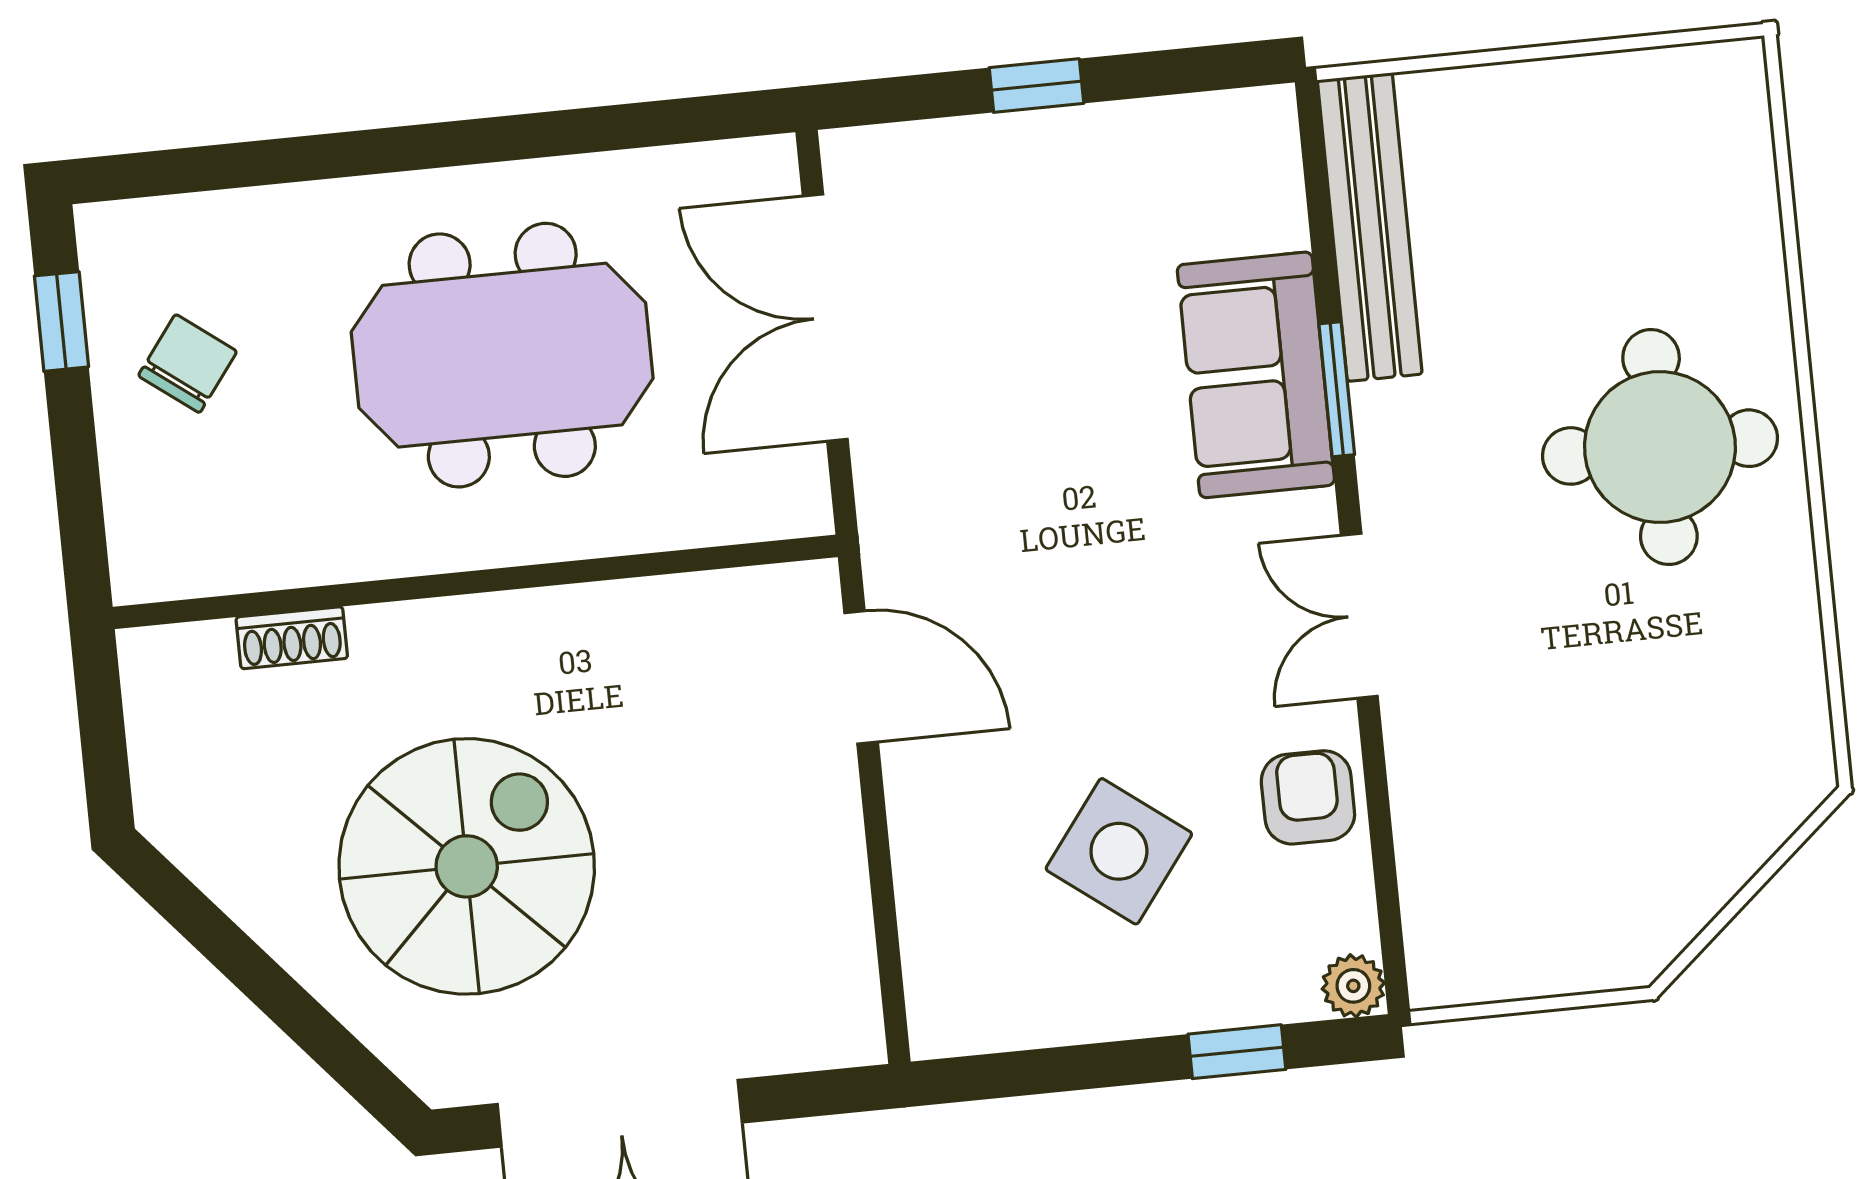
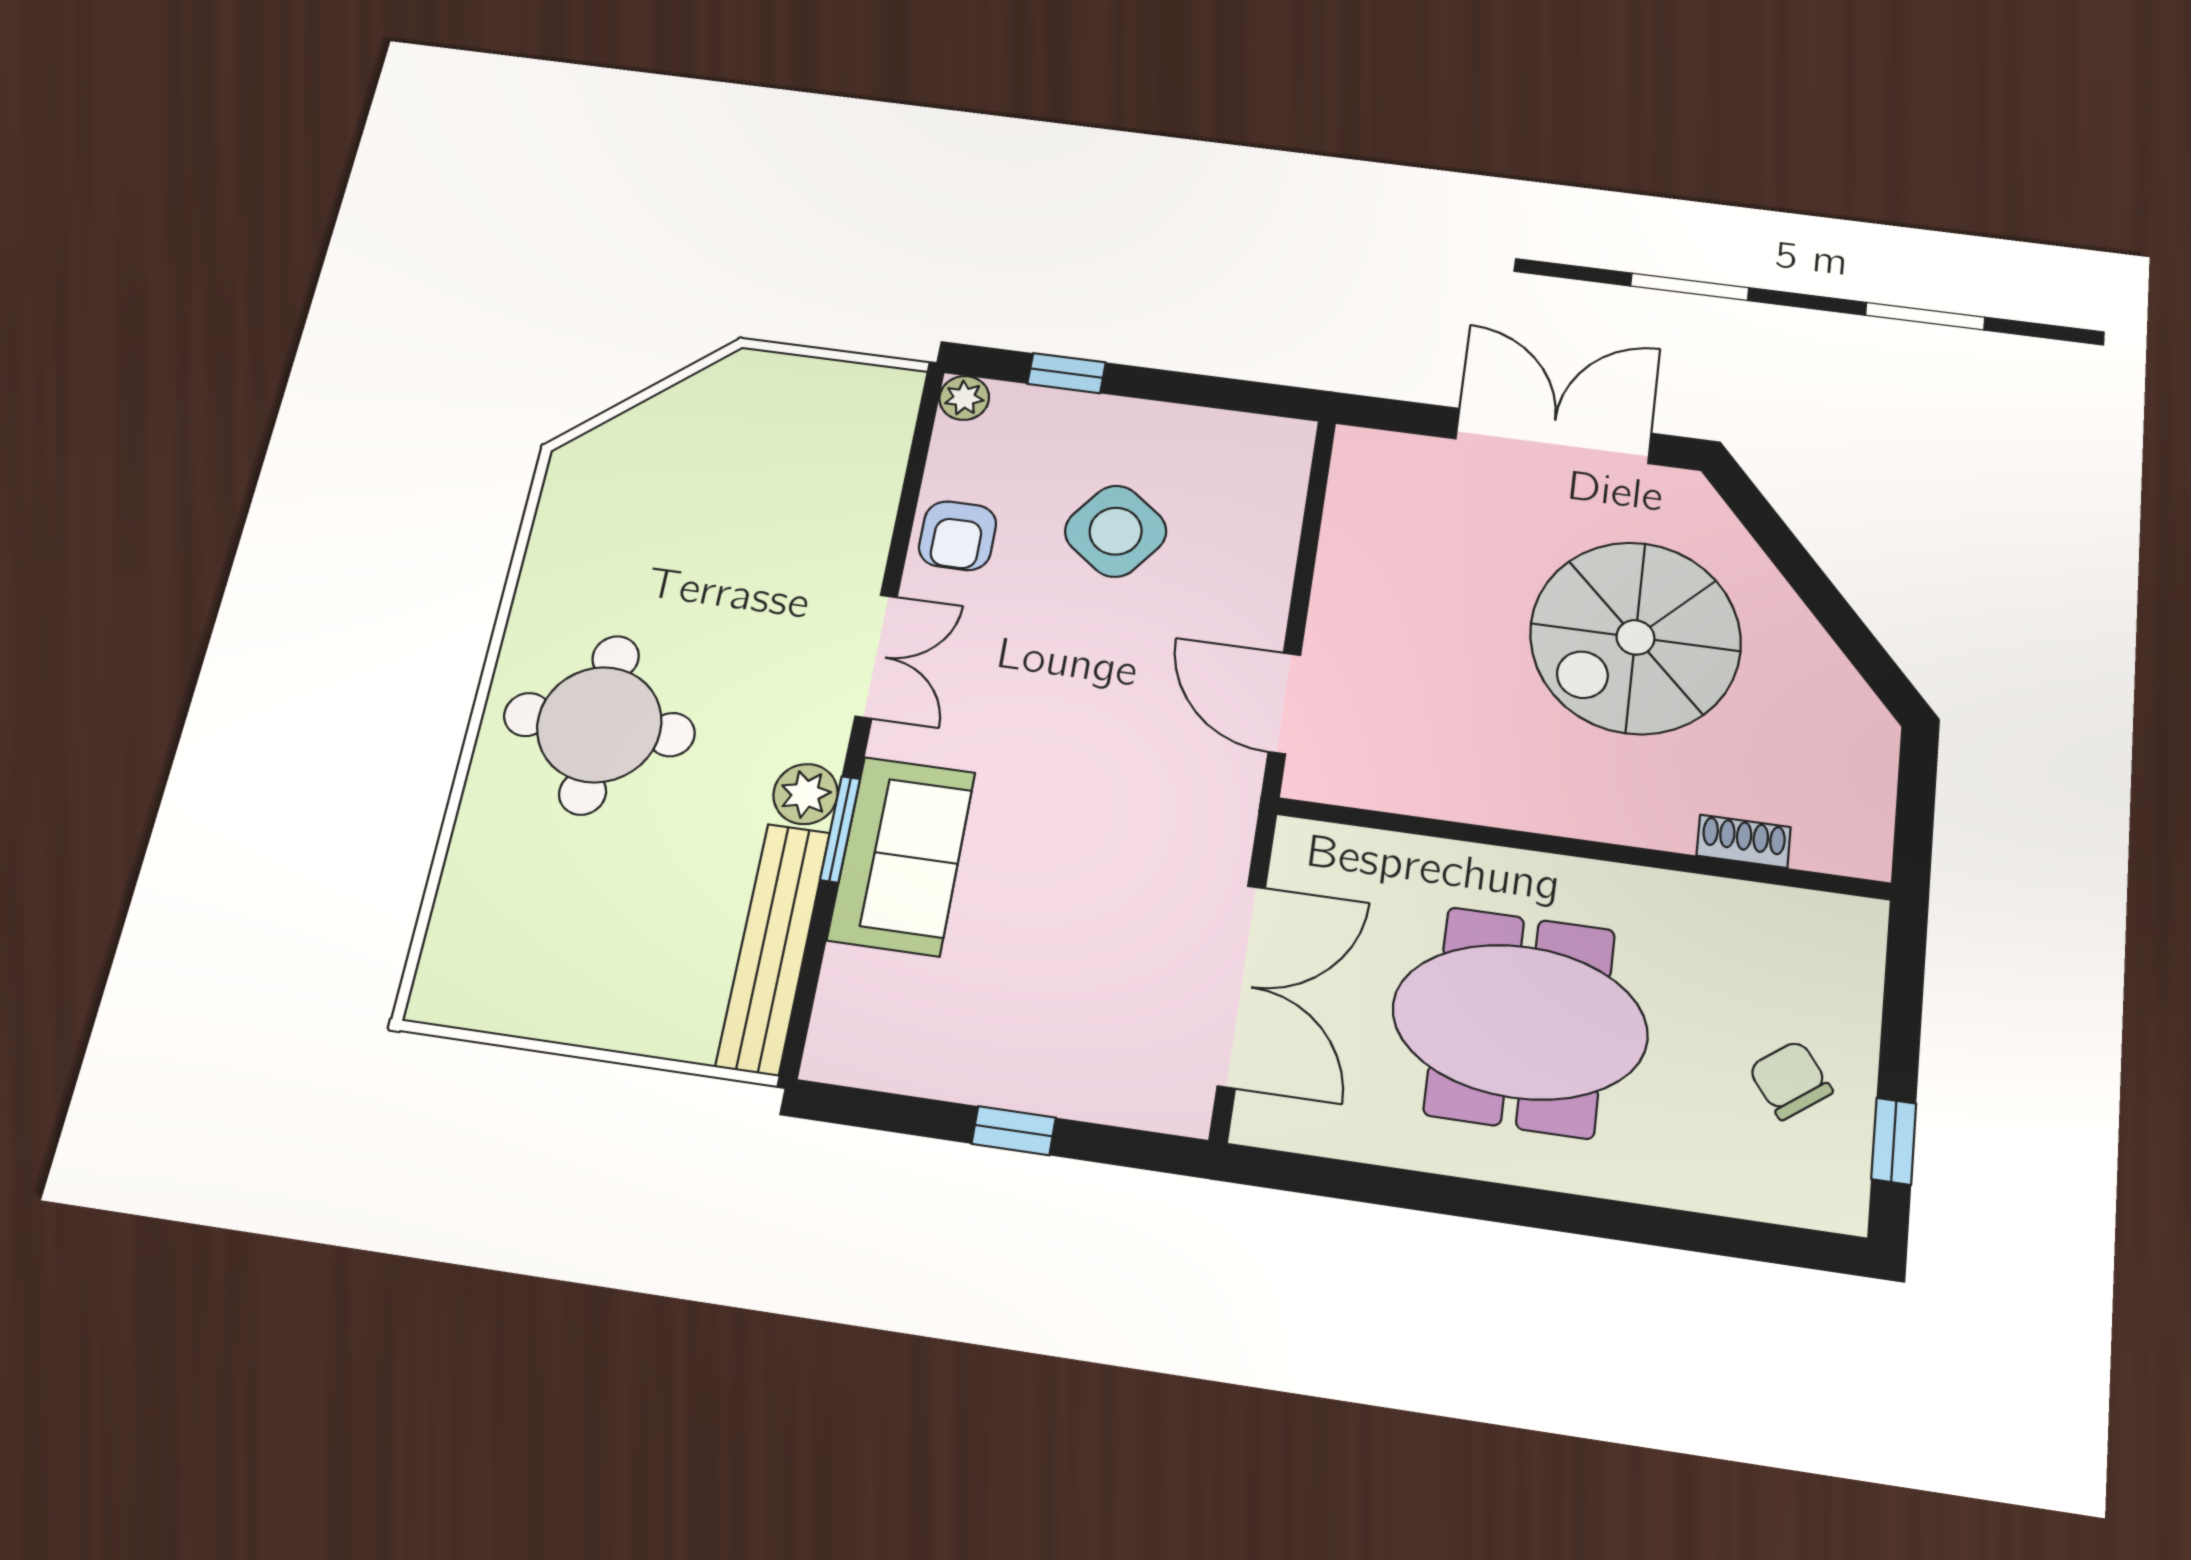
chair: (188, 364) -> (1790, 1080), turned 106
plant: (1390, 422) -> (806, 794), added

